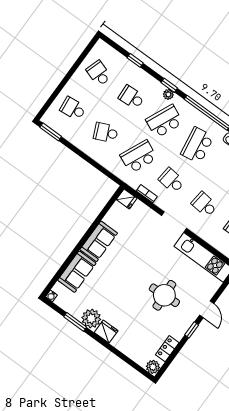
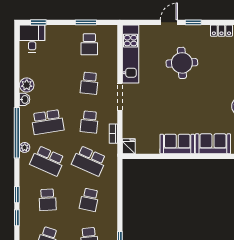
window: (169, 85) -> (17, 195), moved
plant: (168, 94) -> (25, 147), moved
school desk: (106, 133) -> (89, 200), turned 36

